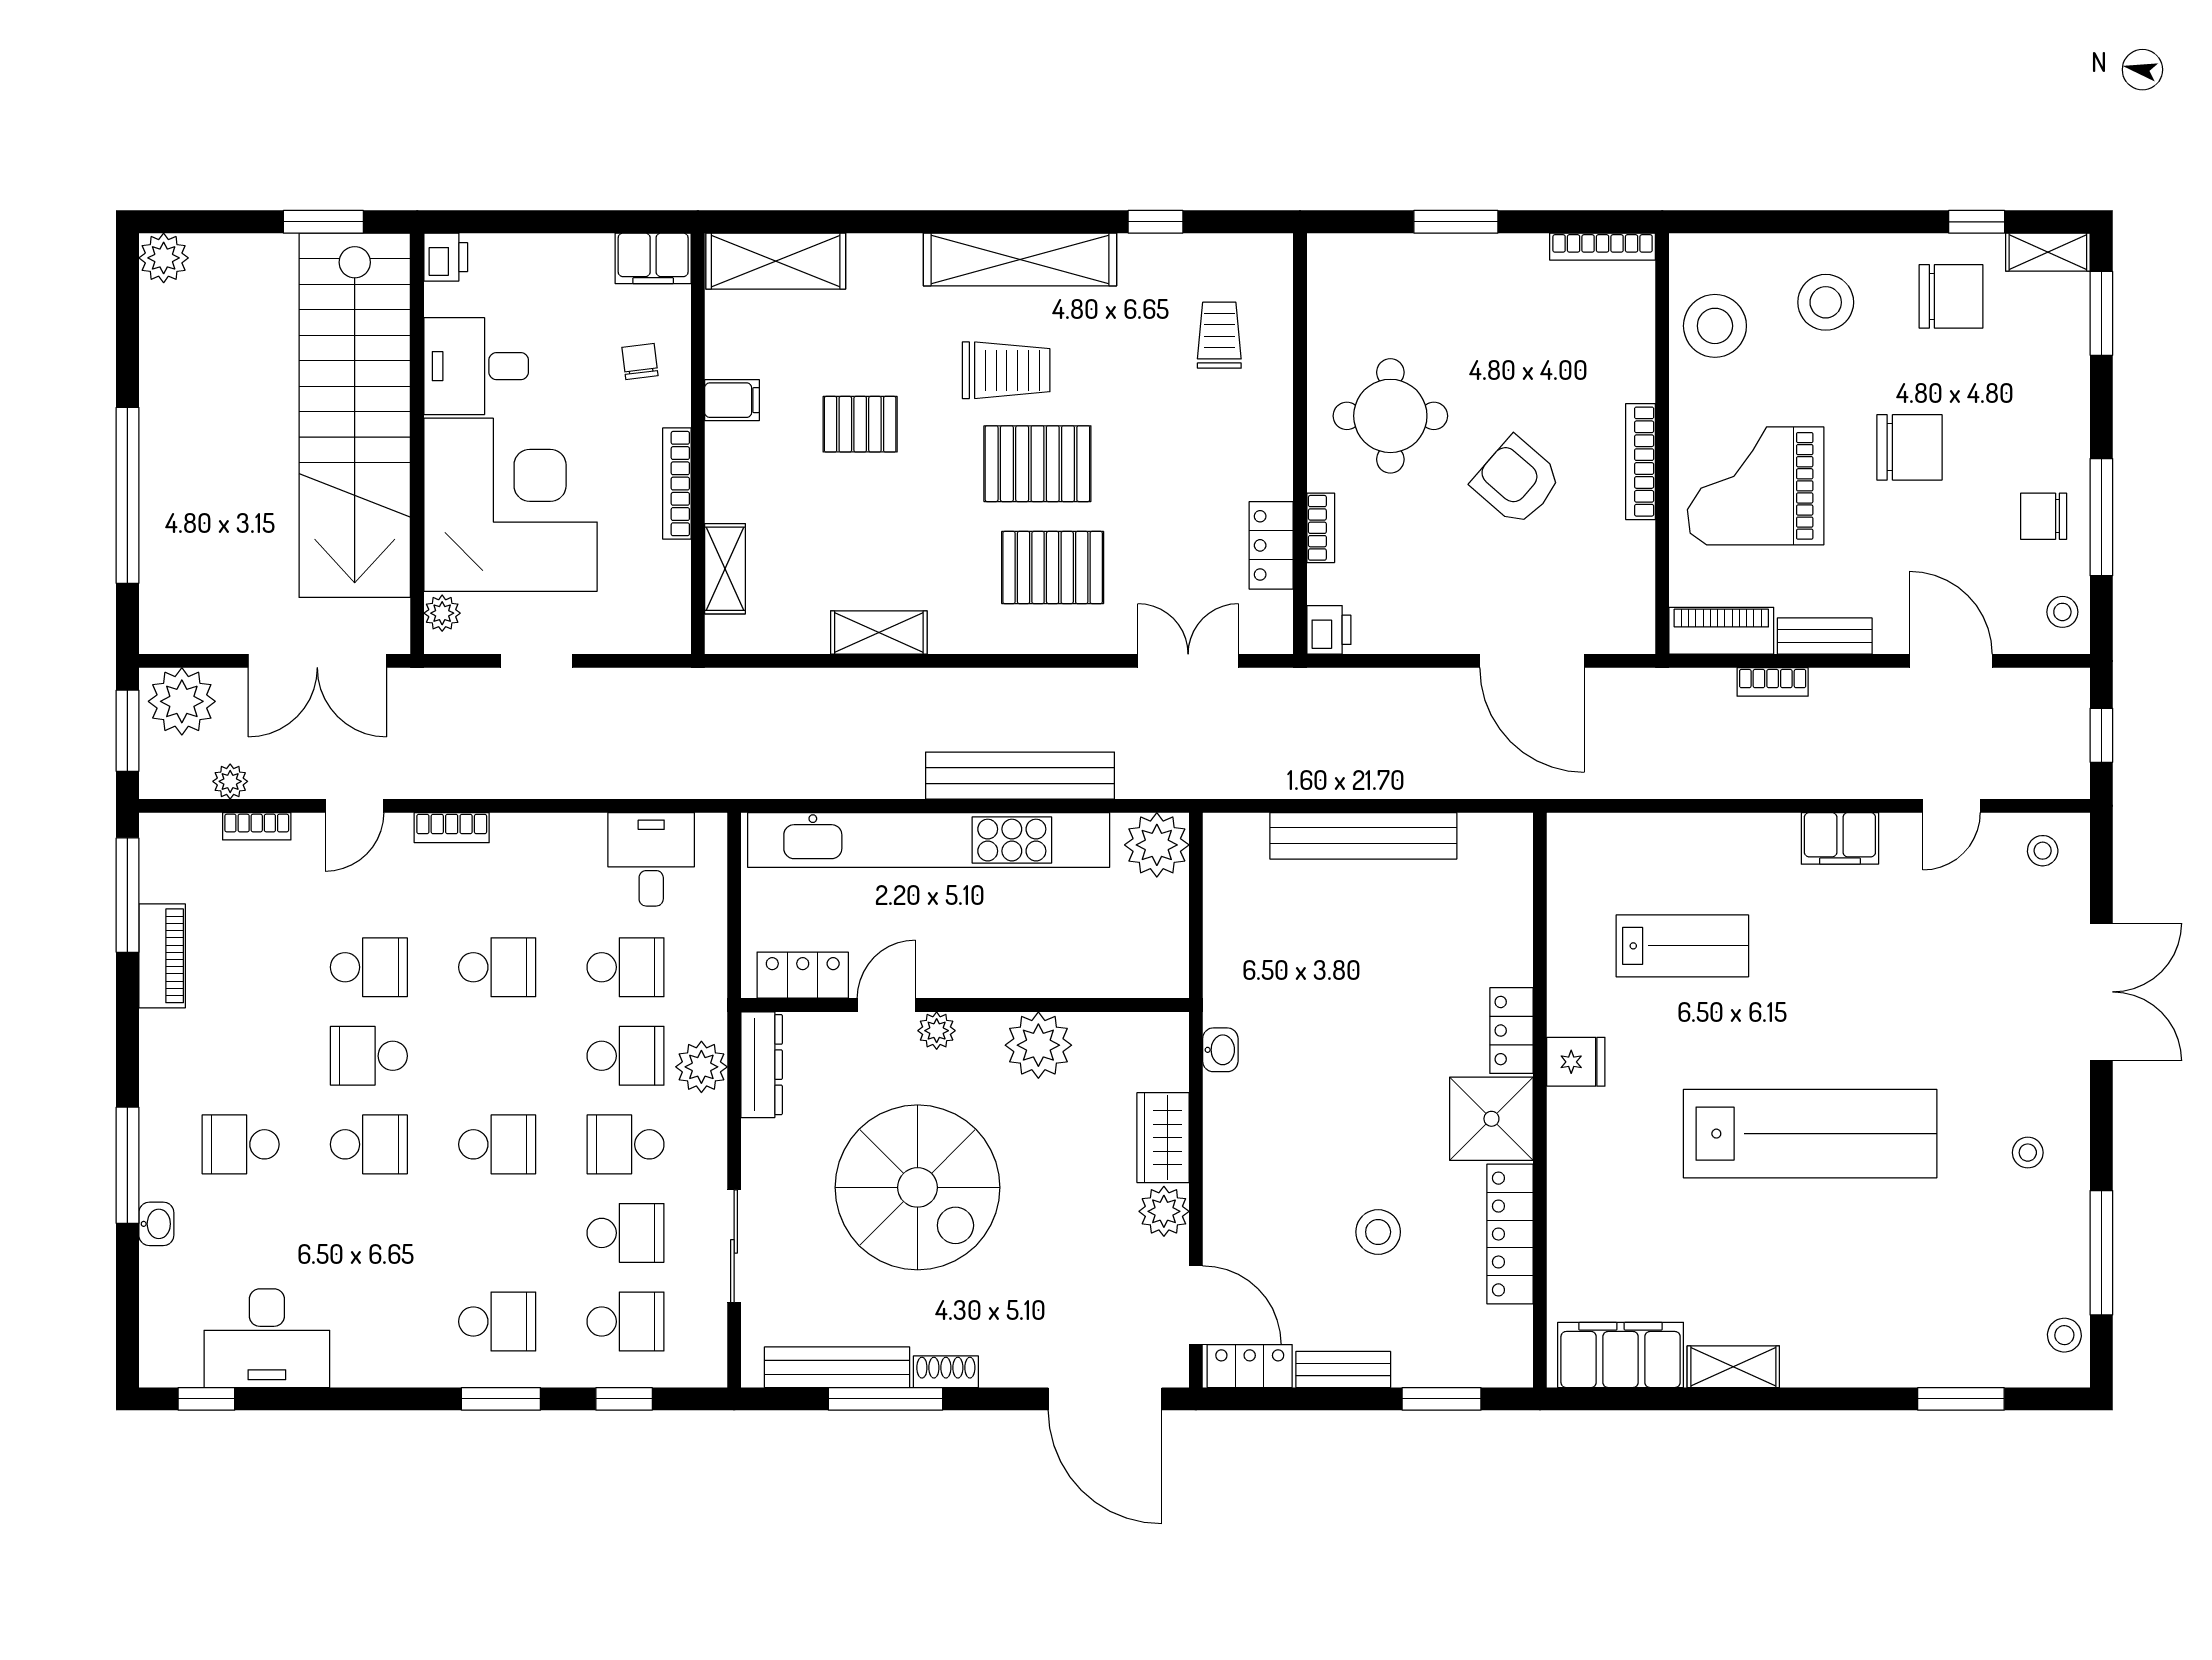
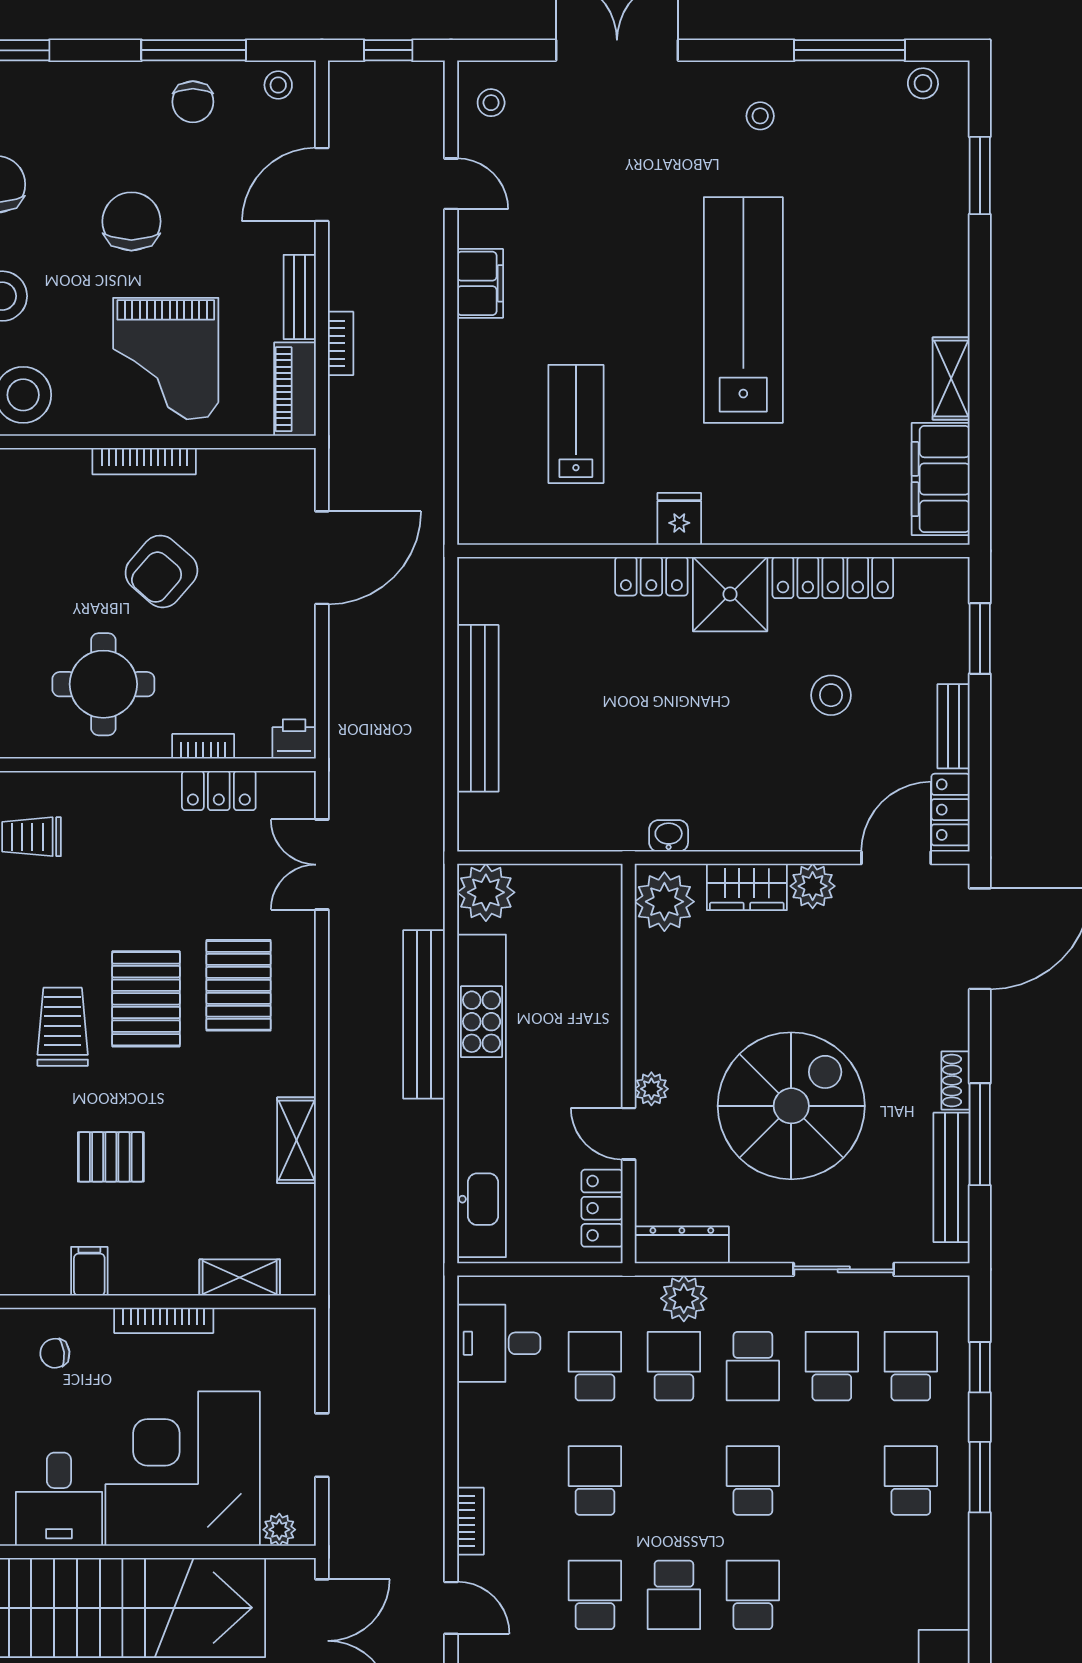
pallet: (860, 424) -> (111, 1157), turned 90
plant: (1038, 1045) -> (664, 902), moved

